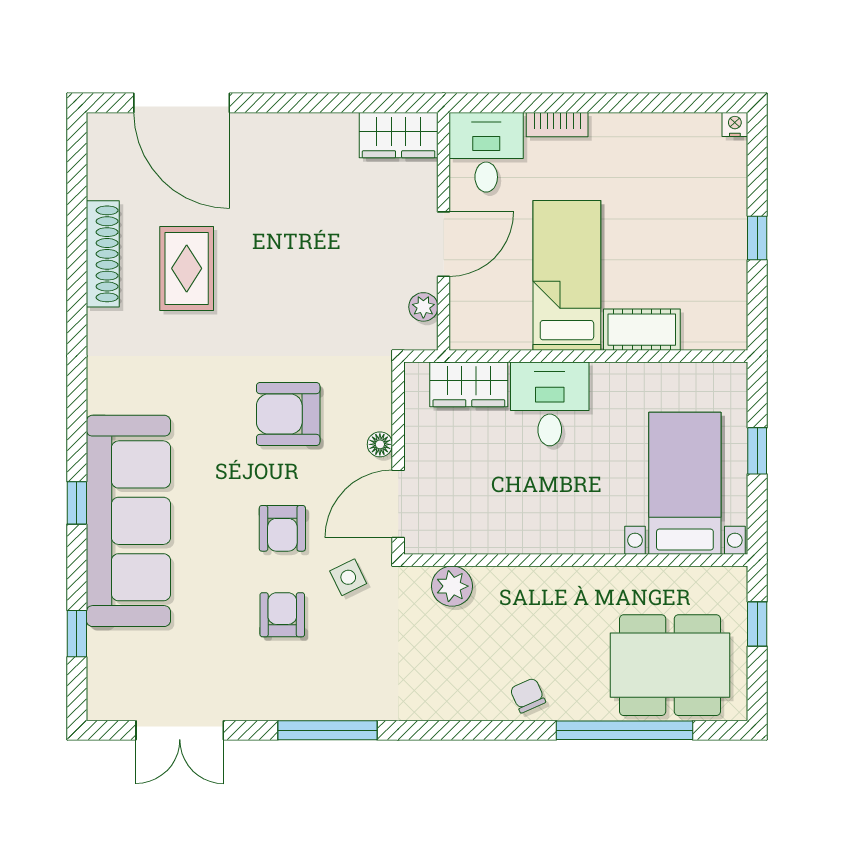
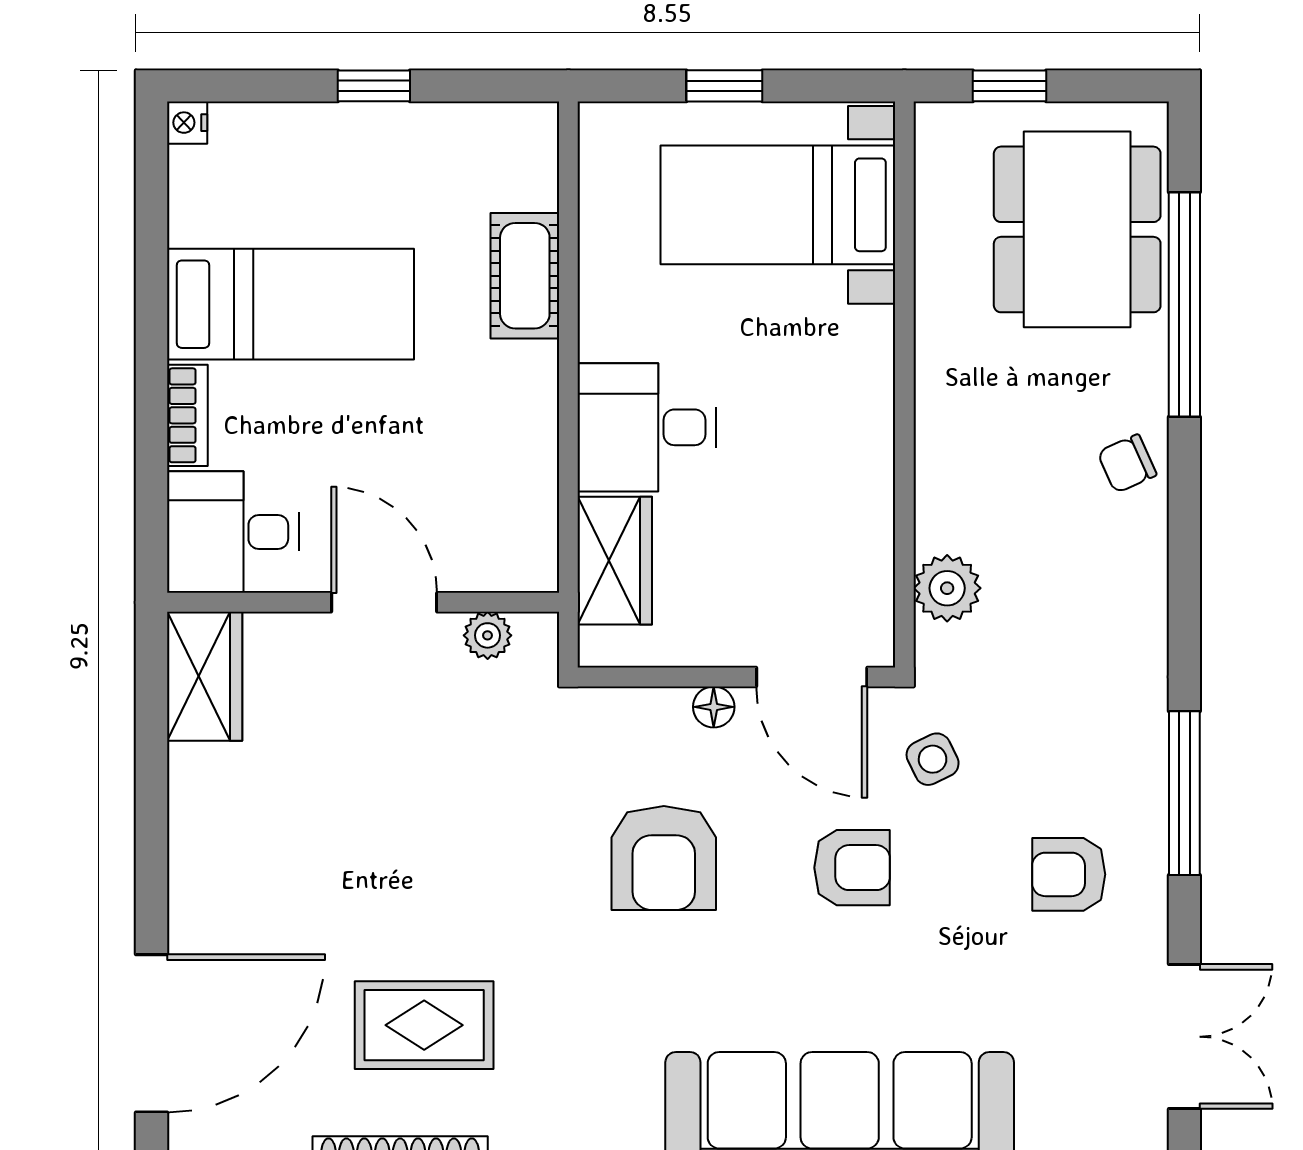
bed: (567, 275) -> (291, 304), moved, turned 180
armchair: (282, 615) -> (1069, 874), moved

